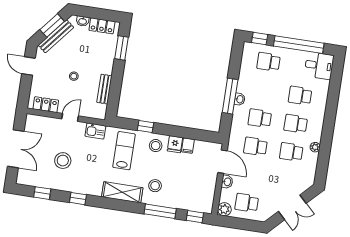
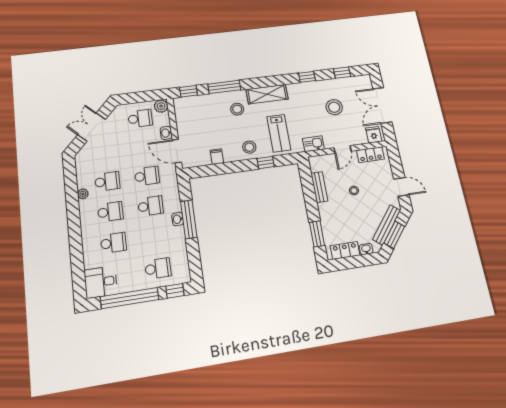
fridge: (175, 144) -> (374, 135), moved

